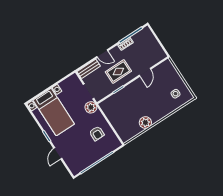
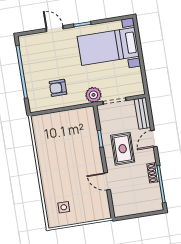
plant: (145, 123) -> (45, 154), removed

